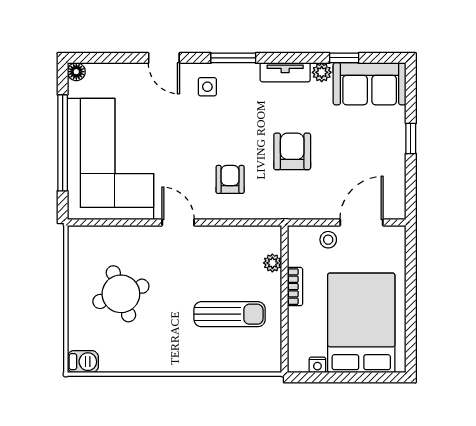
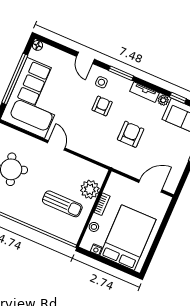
armchair: (230, 179) -> (102, 106), moved
stool: (328, 240) -> (94, 227), moved
plant: (272, 263) -> (90, 189), width x1.87, depth x1.87

